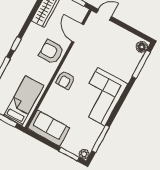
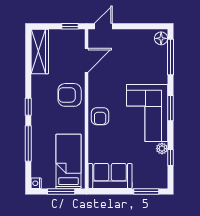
door: (78, 33) -> (86, 60), swing flipped
window: (121, 102) -> (170, 108), added
window: (101, 139) -> (170, 157), width x0.46
plant: (84, 154) -> (162, 149), moved

